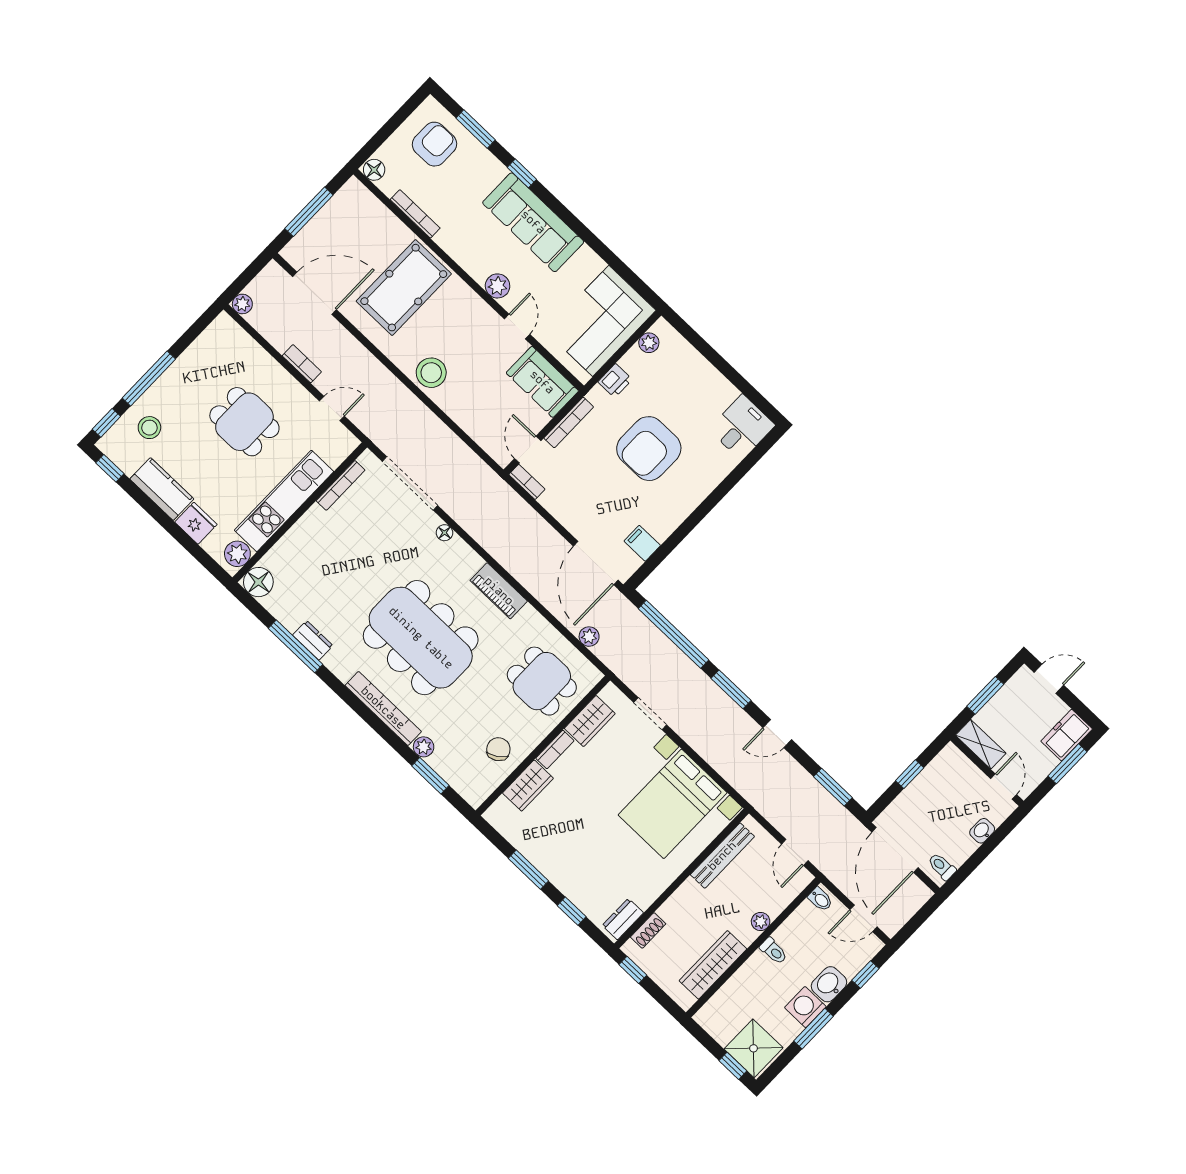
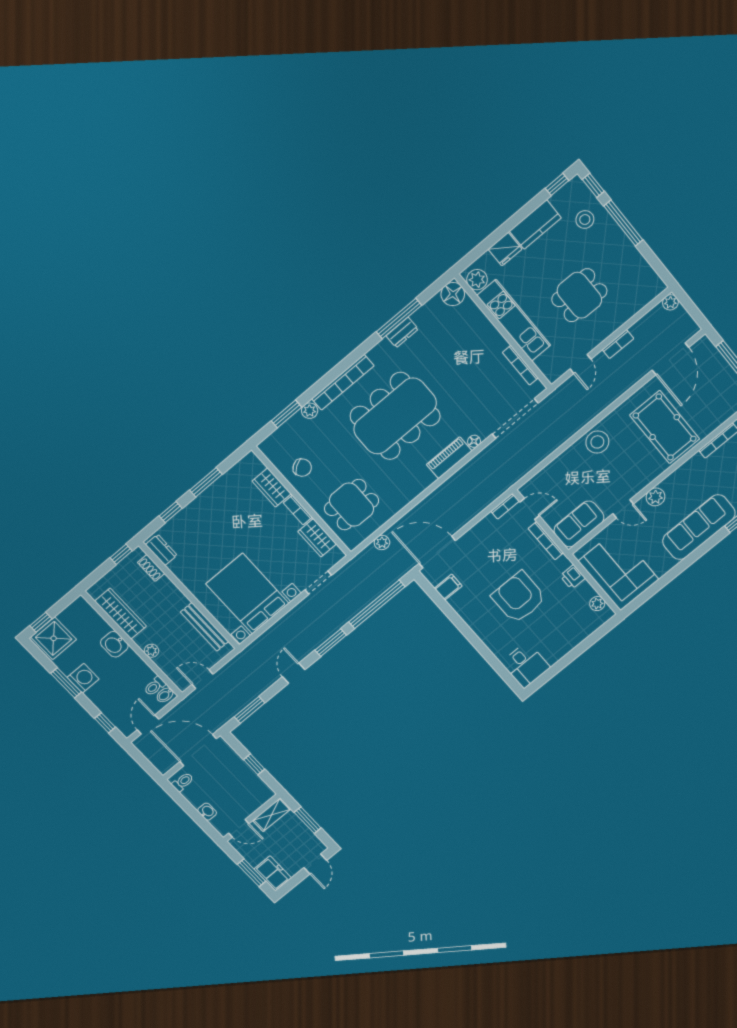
piano: (499, 591) -> (449, 458), moved
toilet: (774, 951) -> (155, 686), moved
washbasin: (829, 984) -> (114, 644), moved, turned 180

